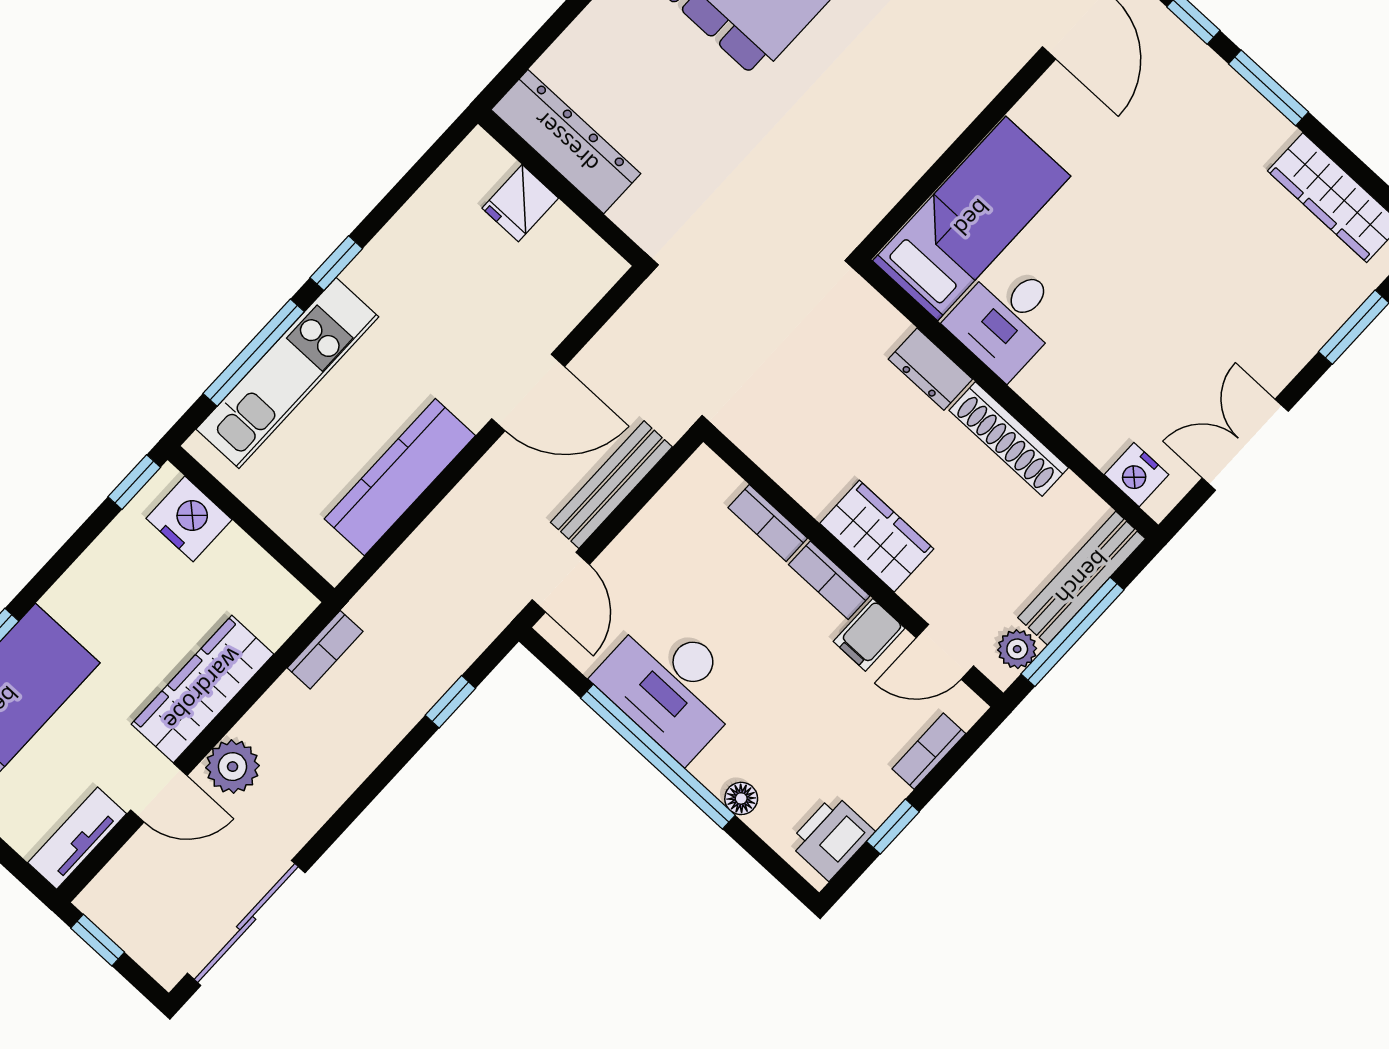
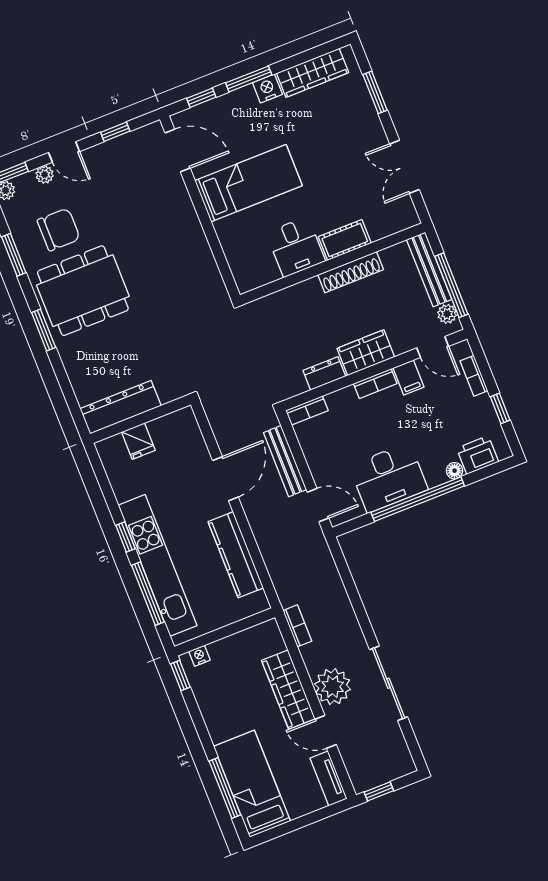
bed: (972, 218) -> (248, 183), moved, turned 90
dresser: (930, 369) -> (324, 373), moved, turned 180
kitchen unit: (287, 373) -> (158, 565), width x1.36
cot: (1062, 401) -> (345, 240), added
nightstand: (1137, 475) -> (267, 88), moved, turned 180
nightstand: (189, 519) -> (199, 656), width x0.53, depth x0.56
bookcase: (768, 523) -> (307, 410), moved
door: (945, 652) -> (433, 347), hinge flipped
window: (450, 702) -> (348, 581), removed
plant: (233, 767) -> (333, 687), width x1.36, depth x1.36
door: (159, 793) -> (326, 732), swing flipped
printer: (831, 837) -> (478, 455), moved, turned 90
sliding door: (246, 923) -> (388, 683), moved

